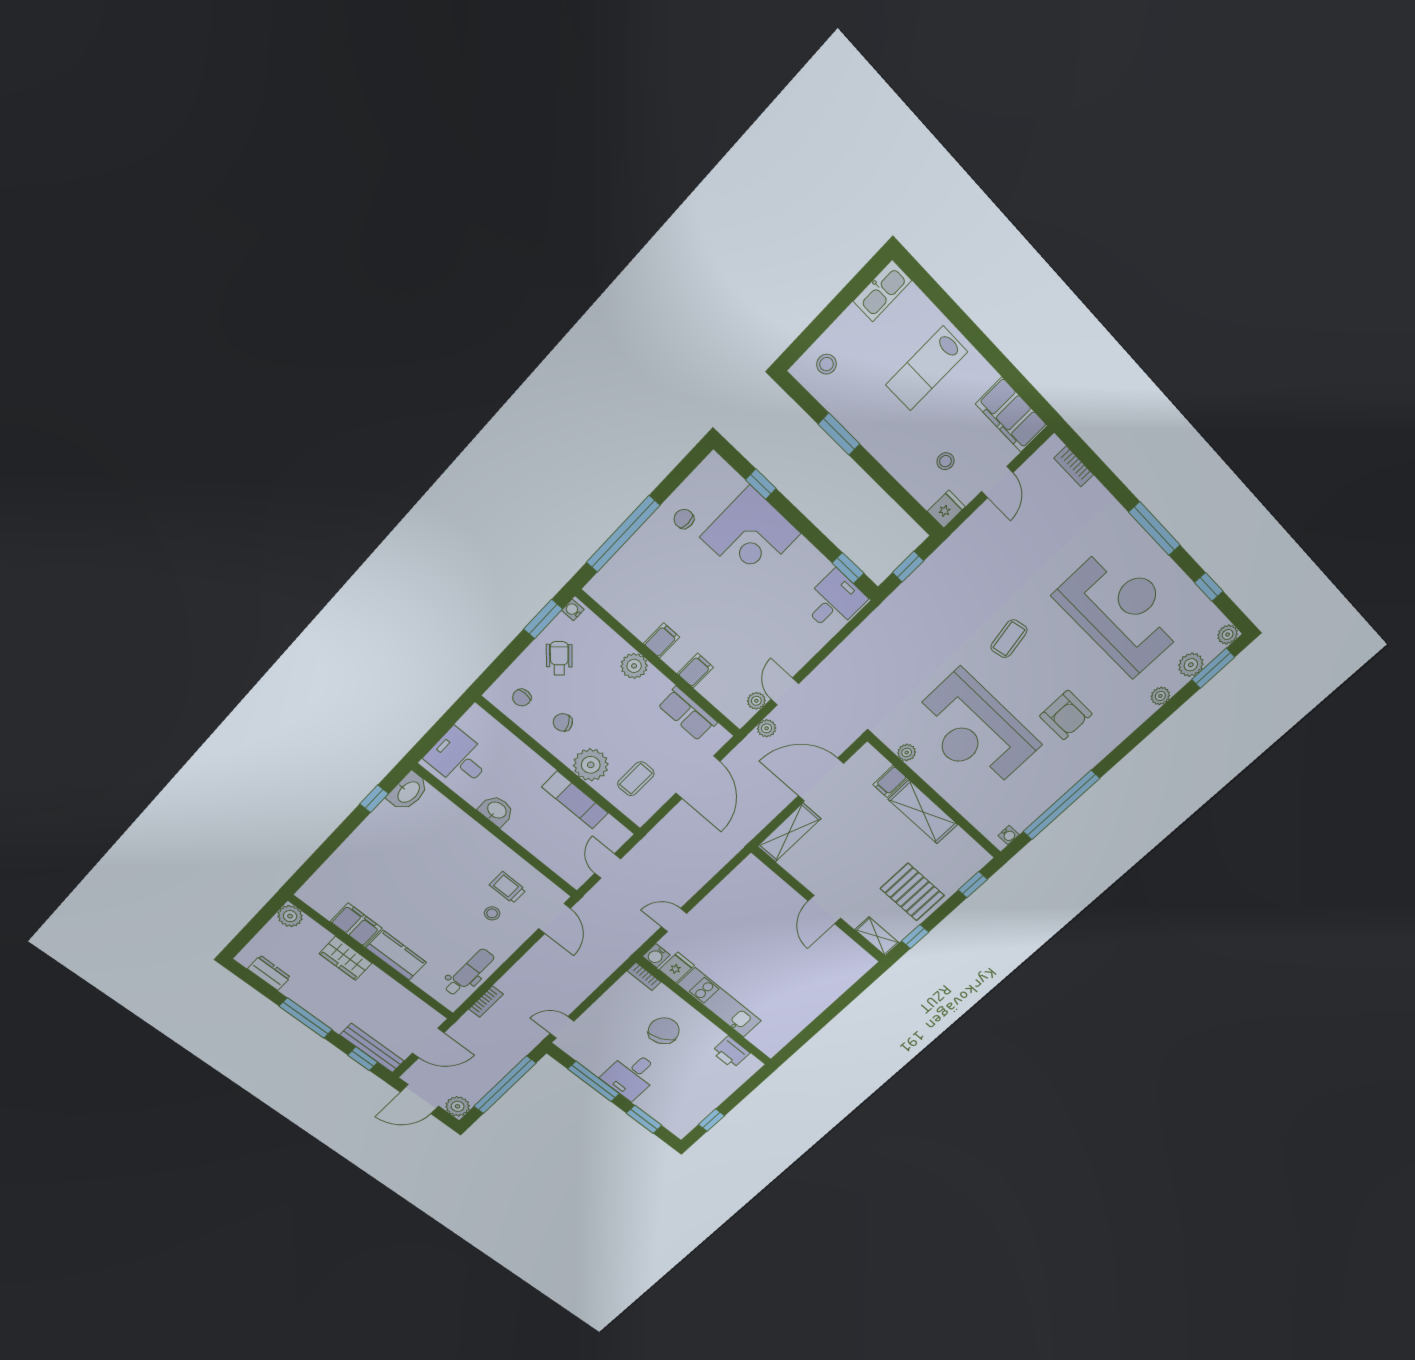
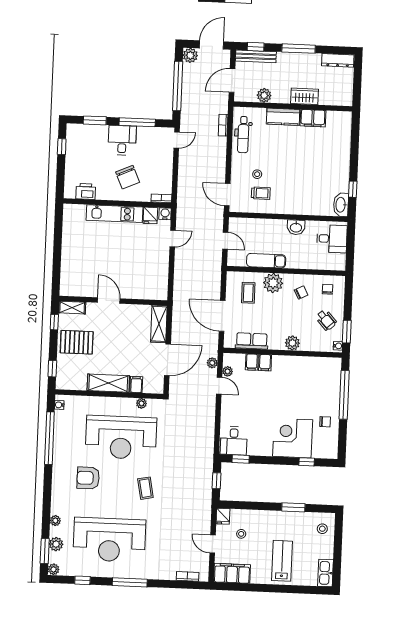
filing cabinet: (662, 640) -> (252, 362), moved
reception desk: (974, 731) -> (121, 437), turned 180
plant: (290, 916) -> (264, 95), moved
dresser: (269, 973) -> (338, 60), width x1.44

